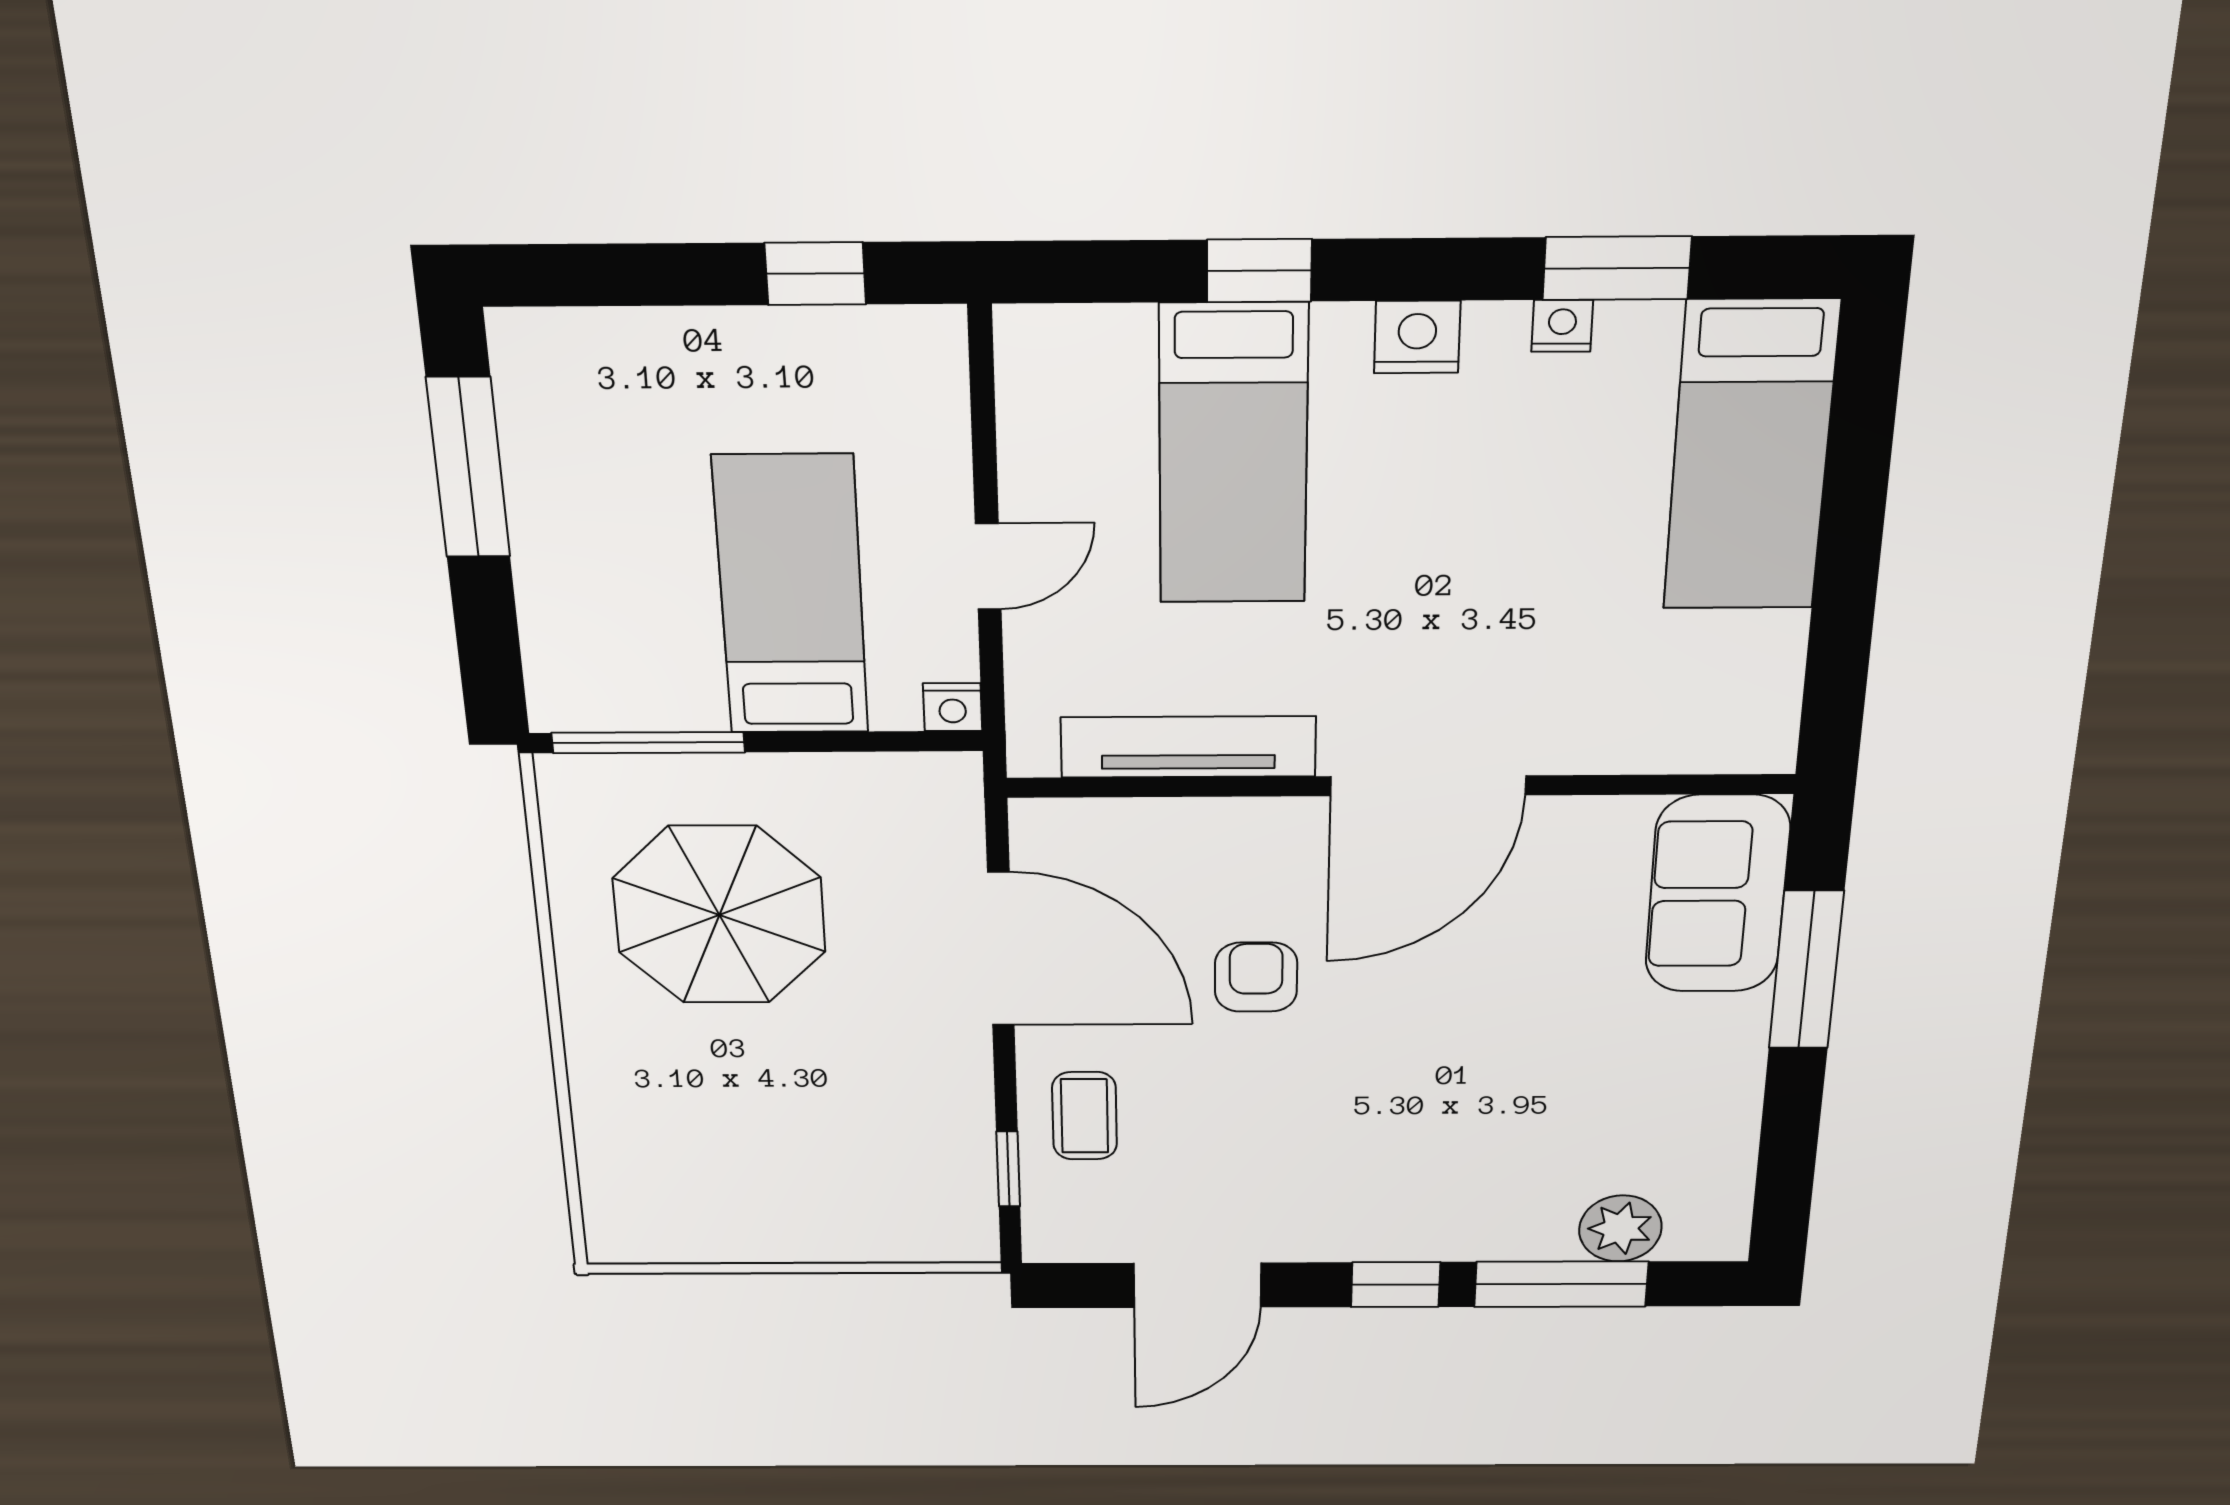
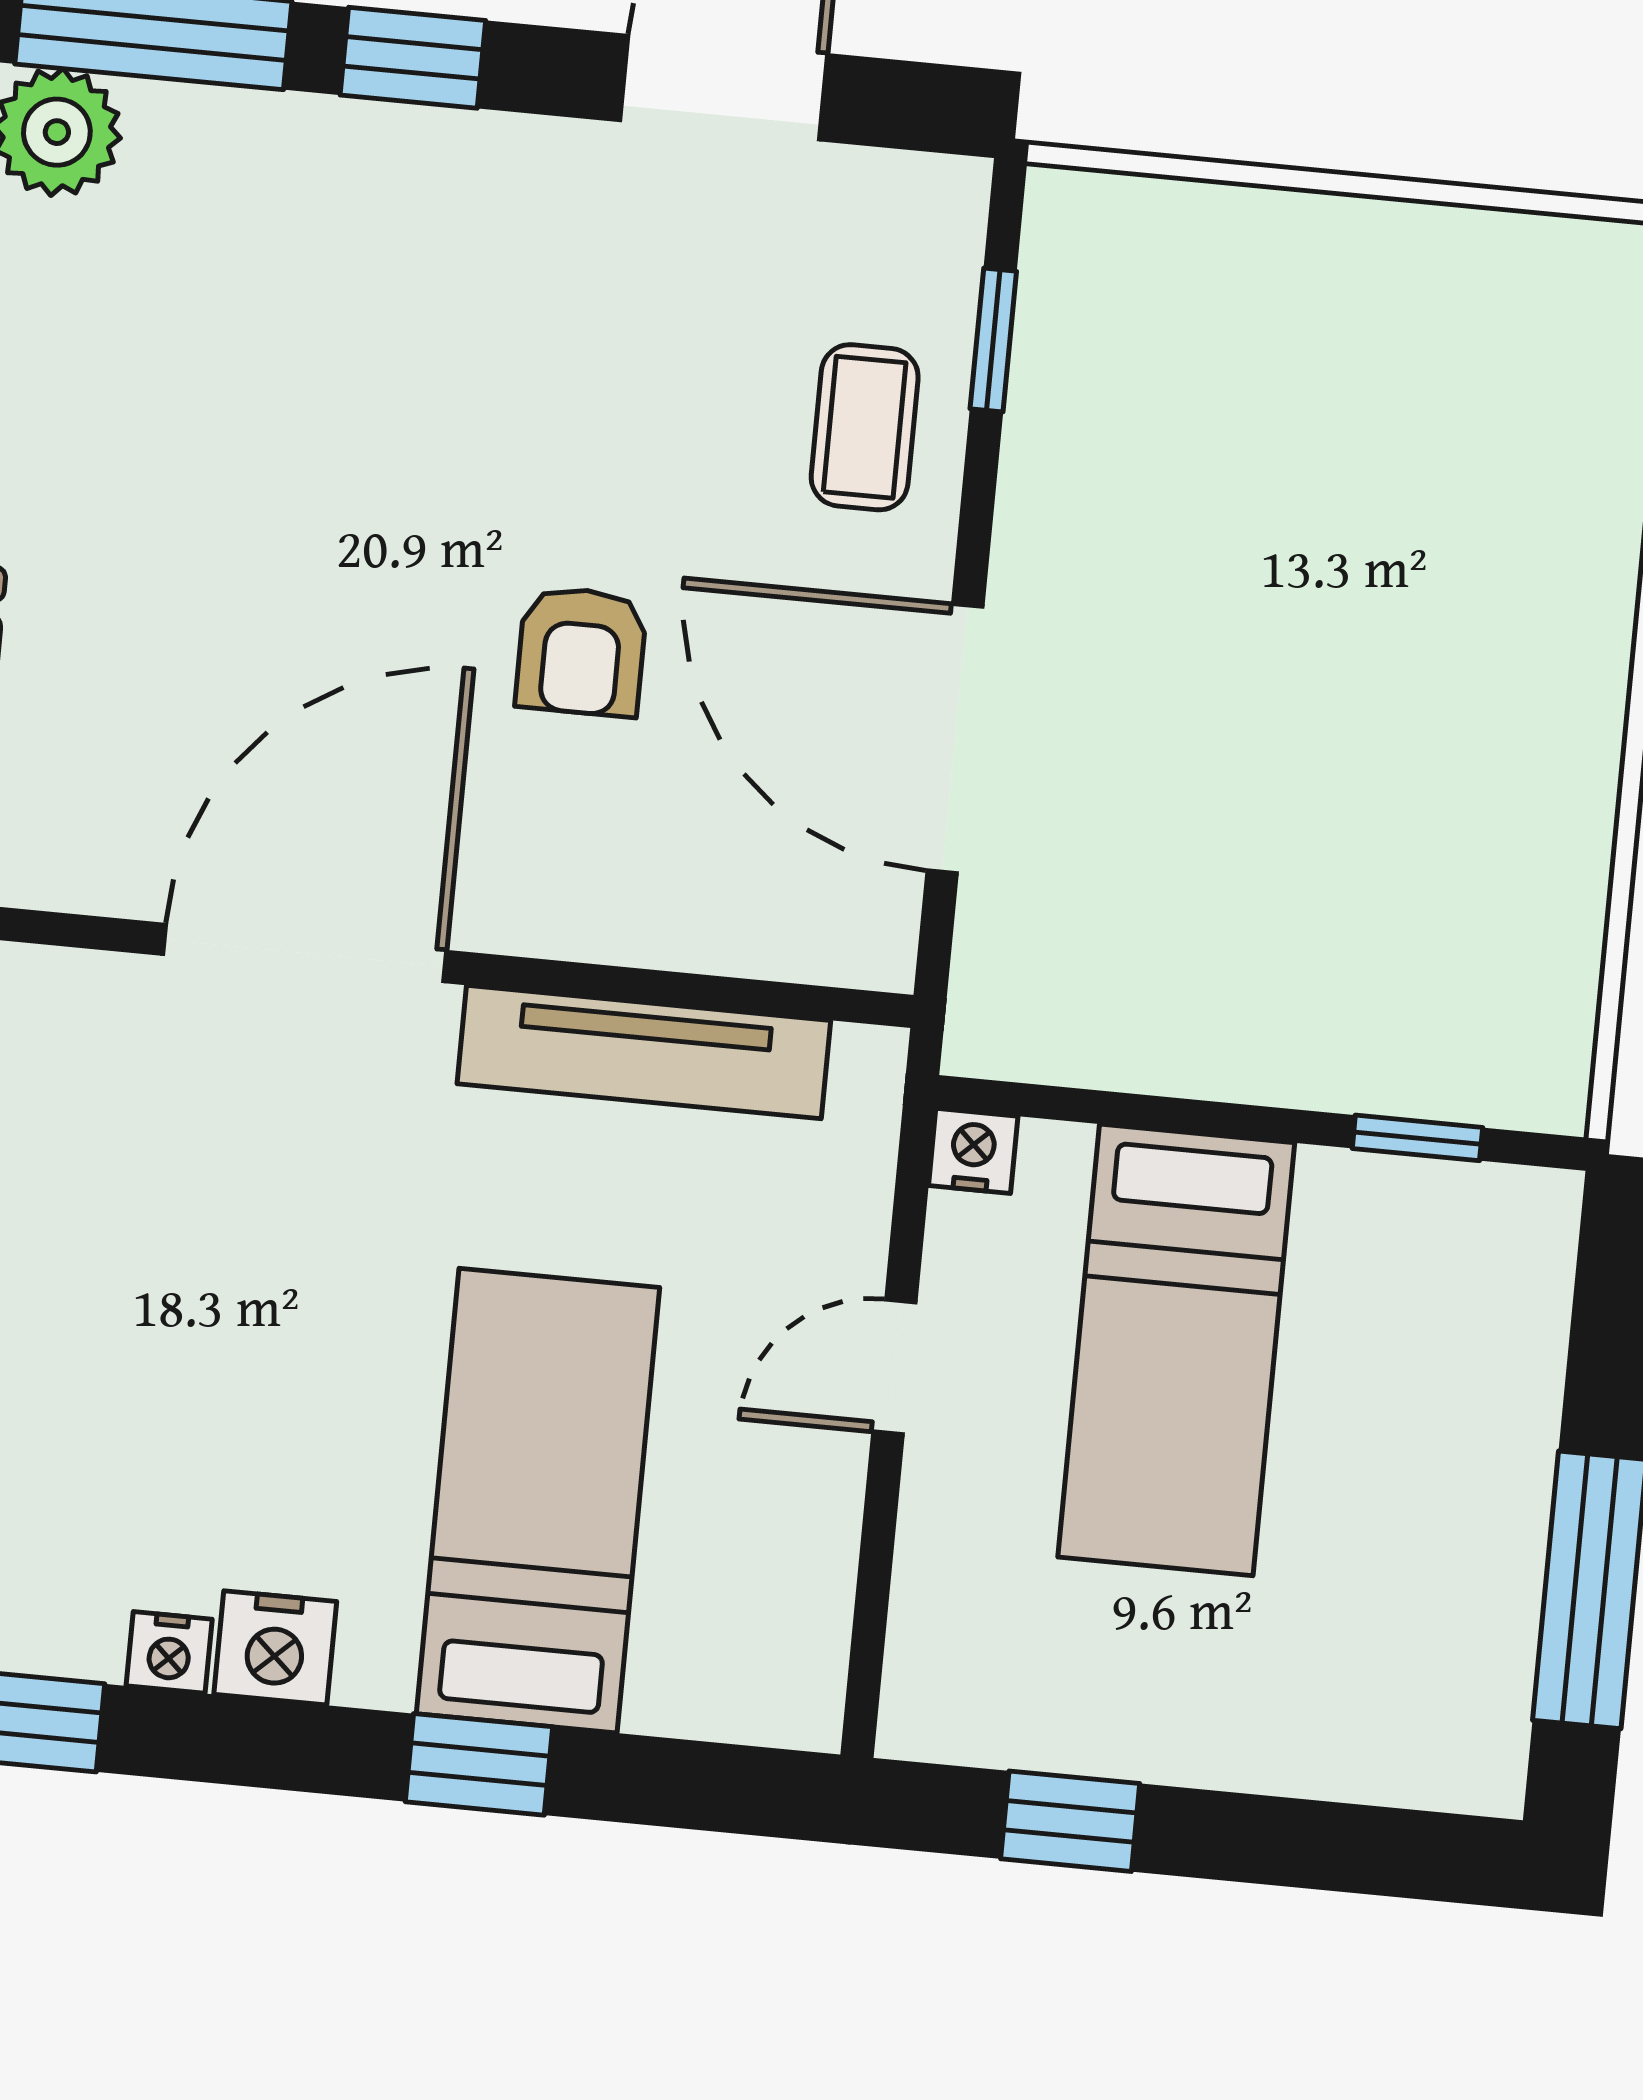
nightstand: (1562, 326) -> (169, 1652), moved
window: (648, 743) -> (1417, 1138), width x0.46
parasol: (719, 915) -> (1363, 840), removed

